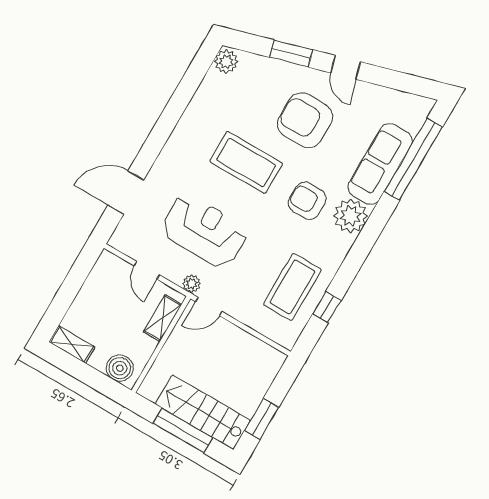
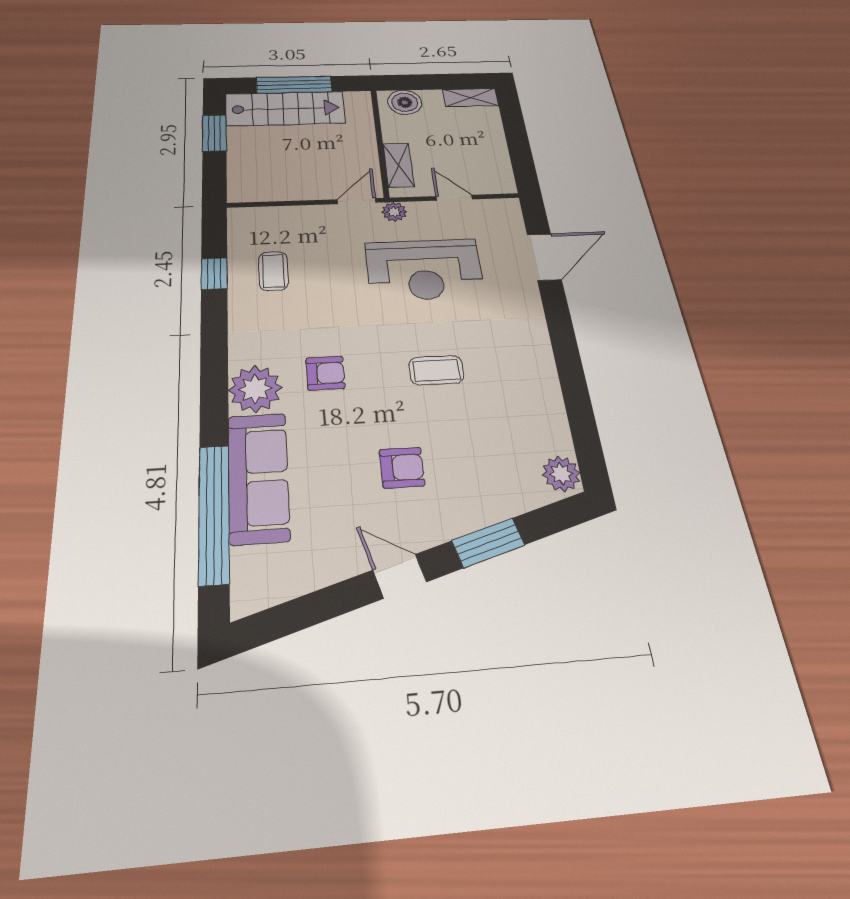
armchair: (305, 120) -> (402, 468), width x0.53, depth x0.53
coffee table: (246, 162) -> (436, 370), width x0.54, depth x0.58
armchair: (307, 201) -> (325, 373), width x0.72, depth x0.72
coffee table: (292, 287) -> (273, 271), width x0.54, depth x0.58

